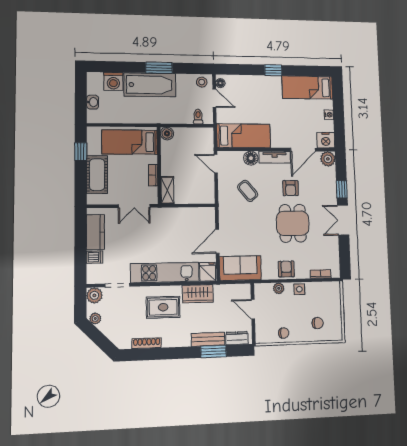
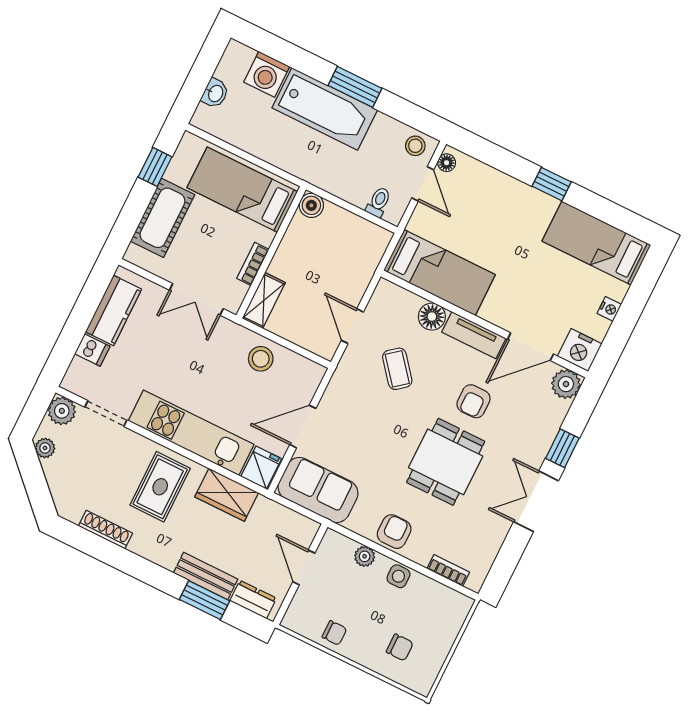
door: (216, 164) -> (352, 326), moved
stool: (180, 219) -> (261, 359), added
rug: (163, 307) -> (160, 487), turned 90

